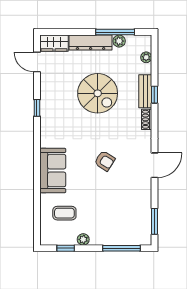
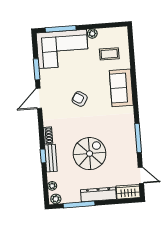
plant: (119, 41) -> (56, 199), moved
spiral stairs: (98, 93) -> (90, 154), turned 90
window: (37, 108) -> (138, 138), width x2.17
window: (154, 221) -> (37, 69), moved
corner sofa: (121, 223) -> (63, 49), added
window: (66, 248) -> (106, 25), removed

